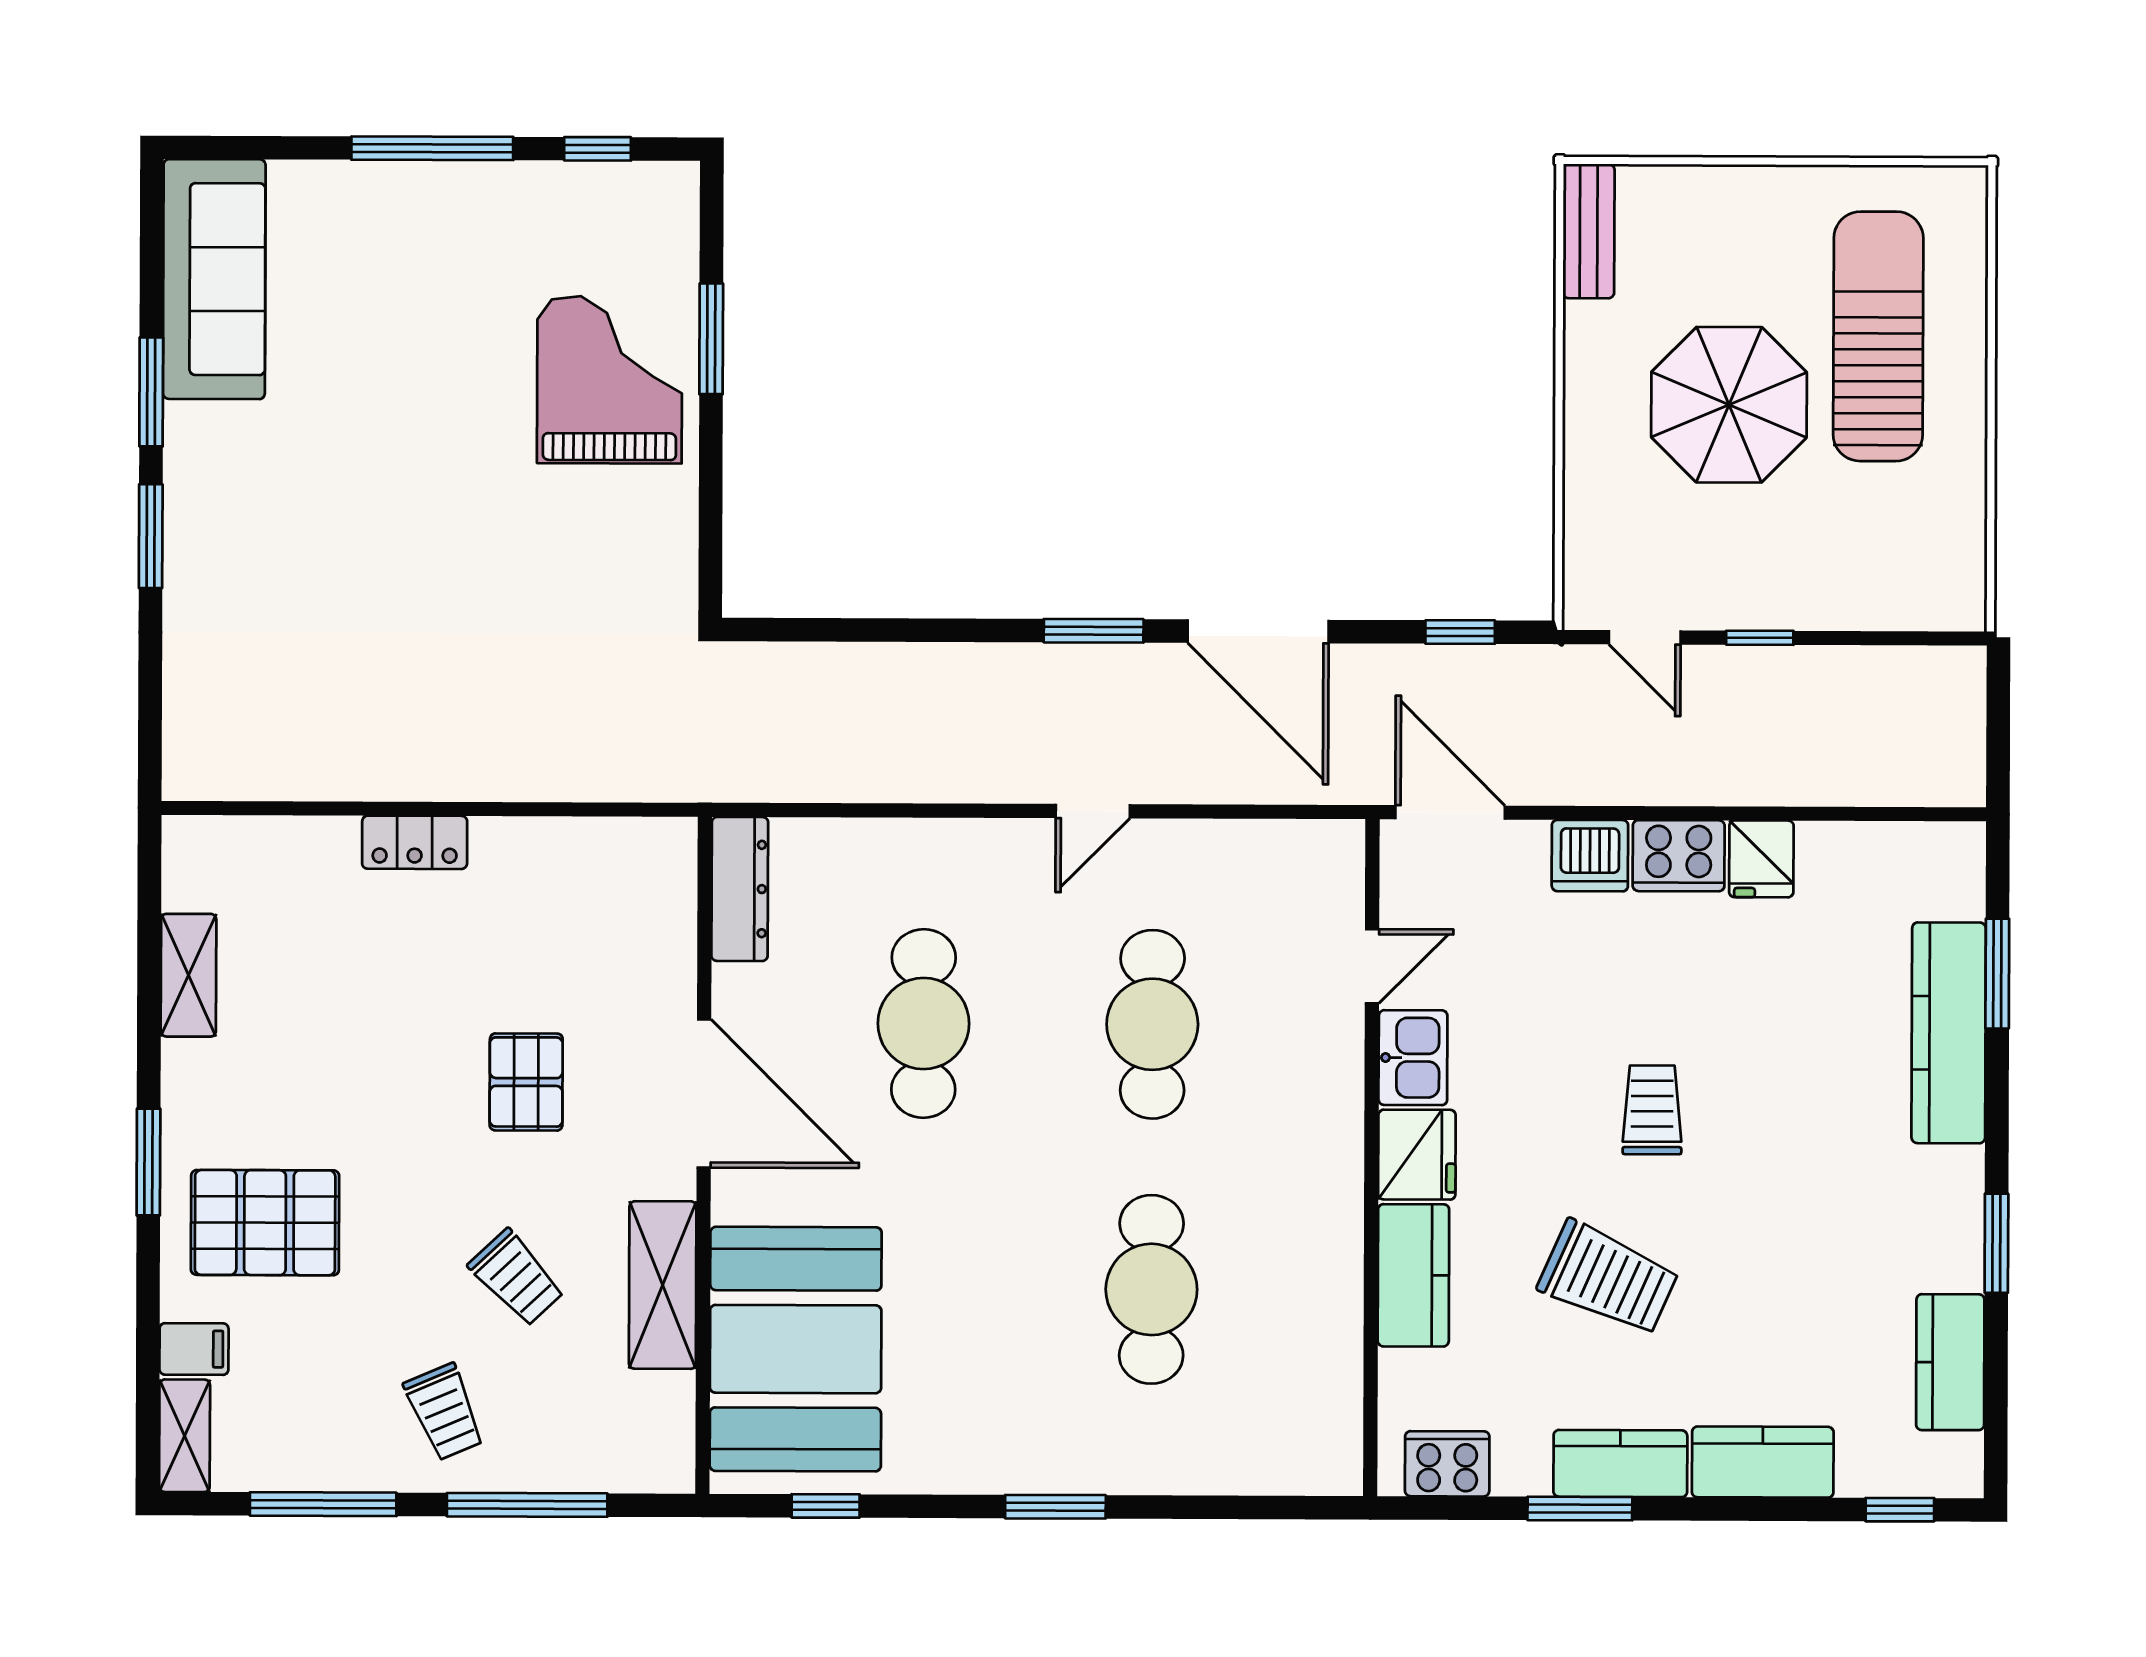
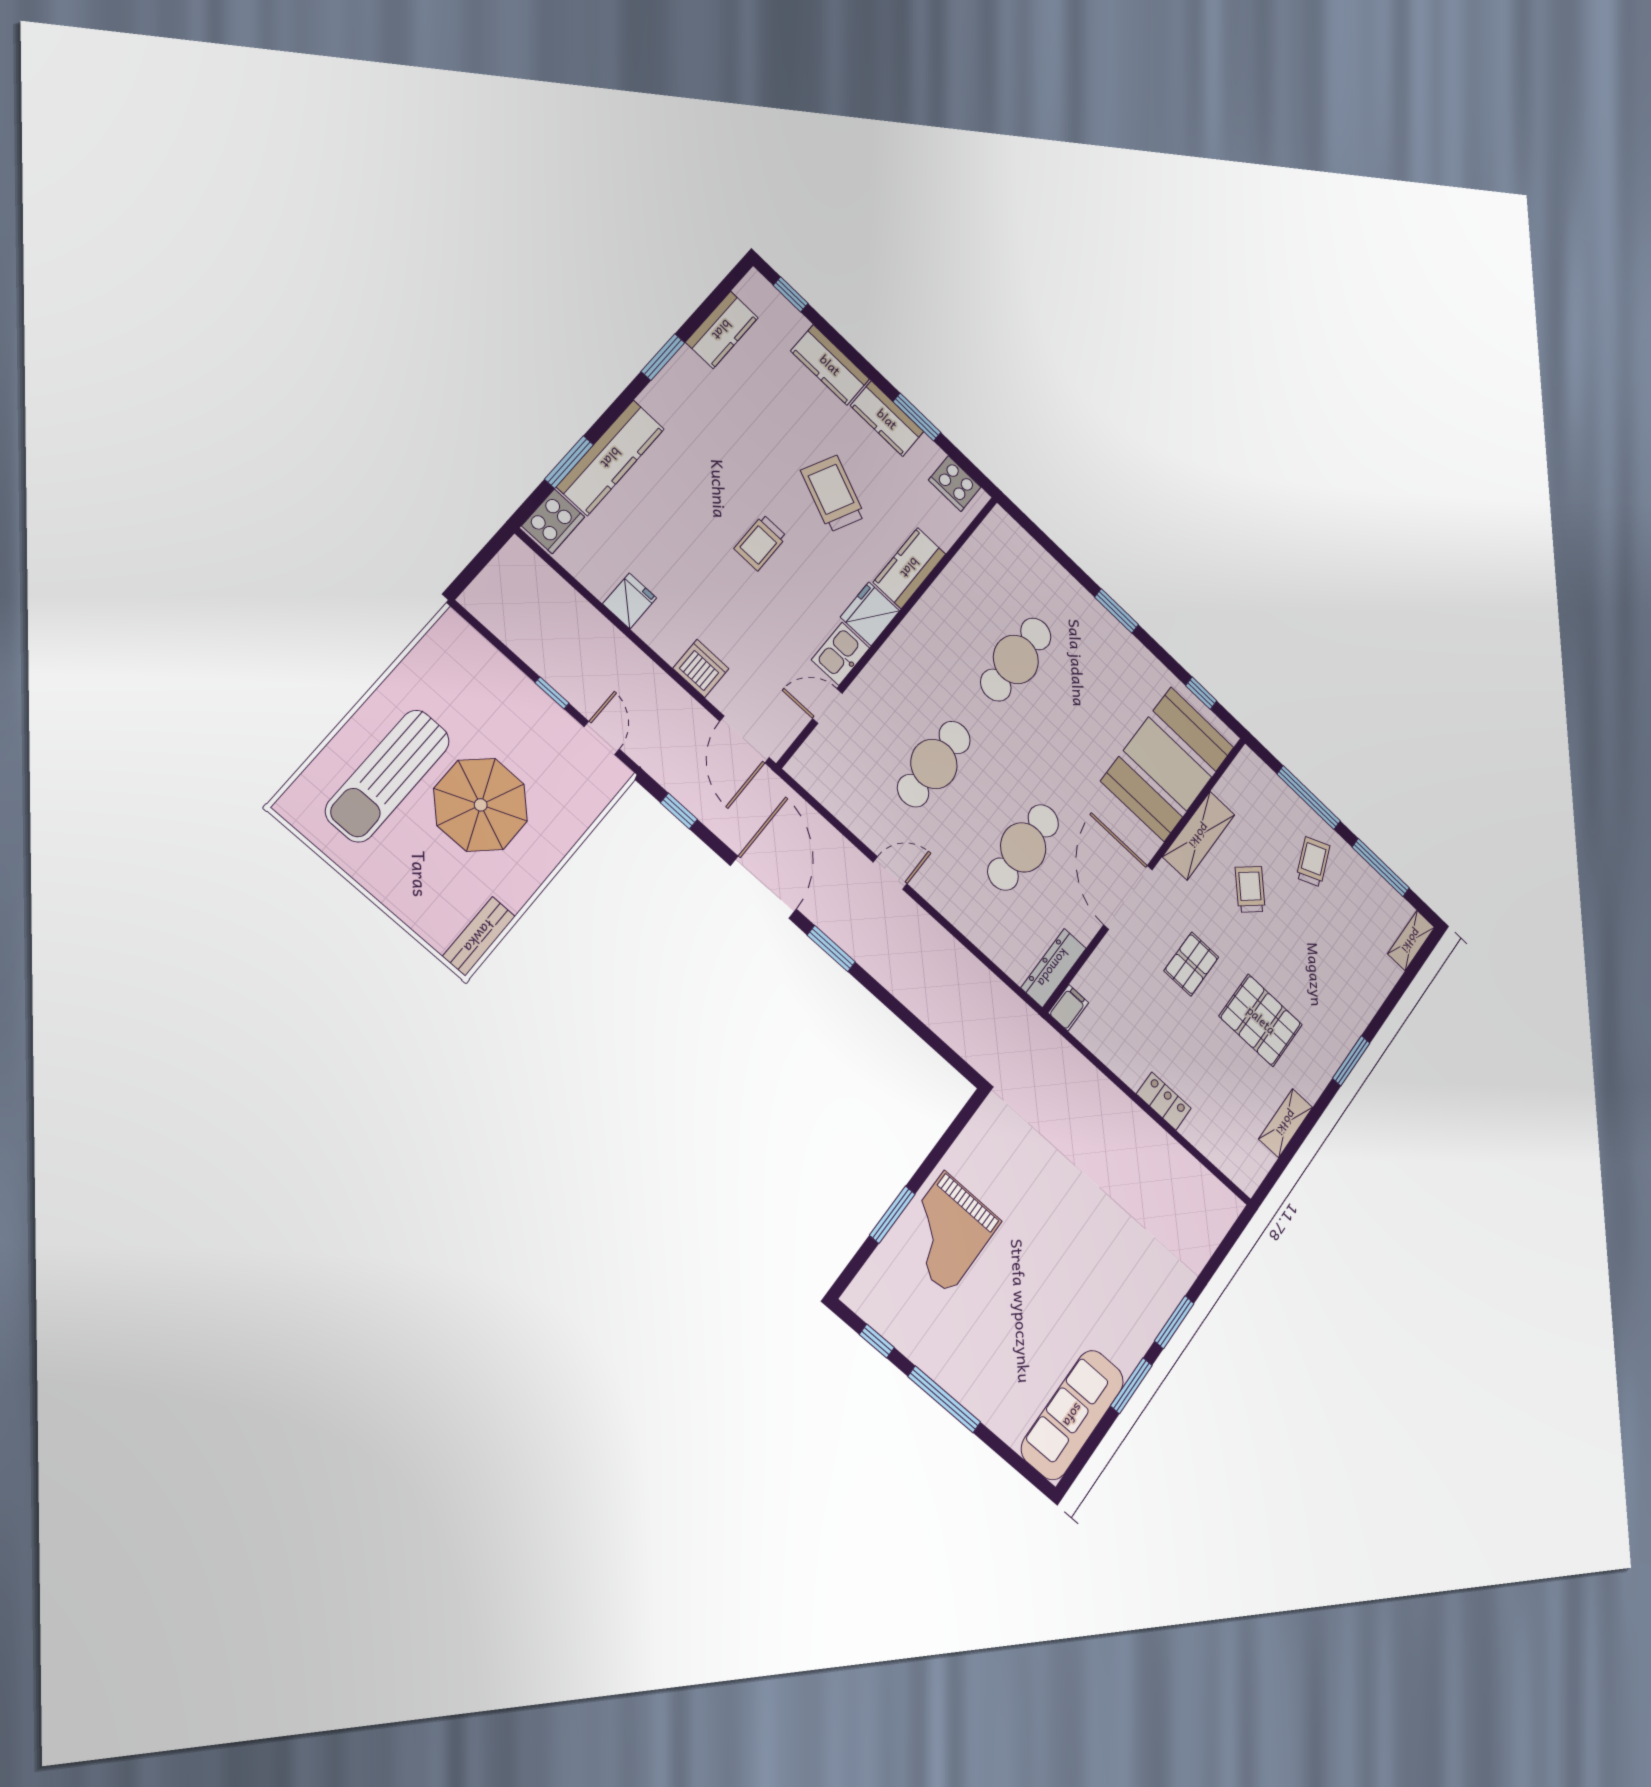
cooker: (1679, 856) -> (553, 521), moved, turned 90
pallet: (265, 1223) -> (1261, 1020), moved
filing cabinet: (194, 1349) -> (1068, 1008), moved, turned 90

